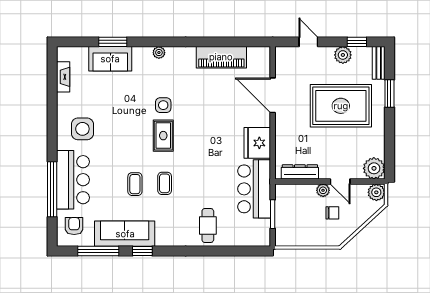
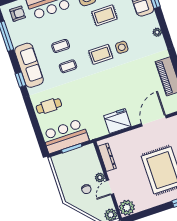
rug: (114, 114) -> (104, 15), added
bar counter: (254, 189) -> (65, 136), moved
sofa: (125, 234) -> (29, 65), moved
window: (142, 251) -> (20, 80), moved

